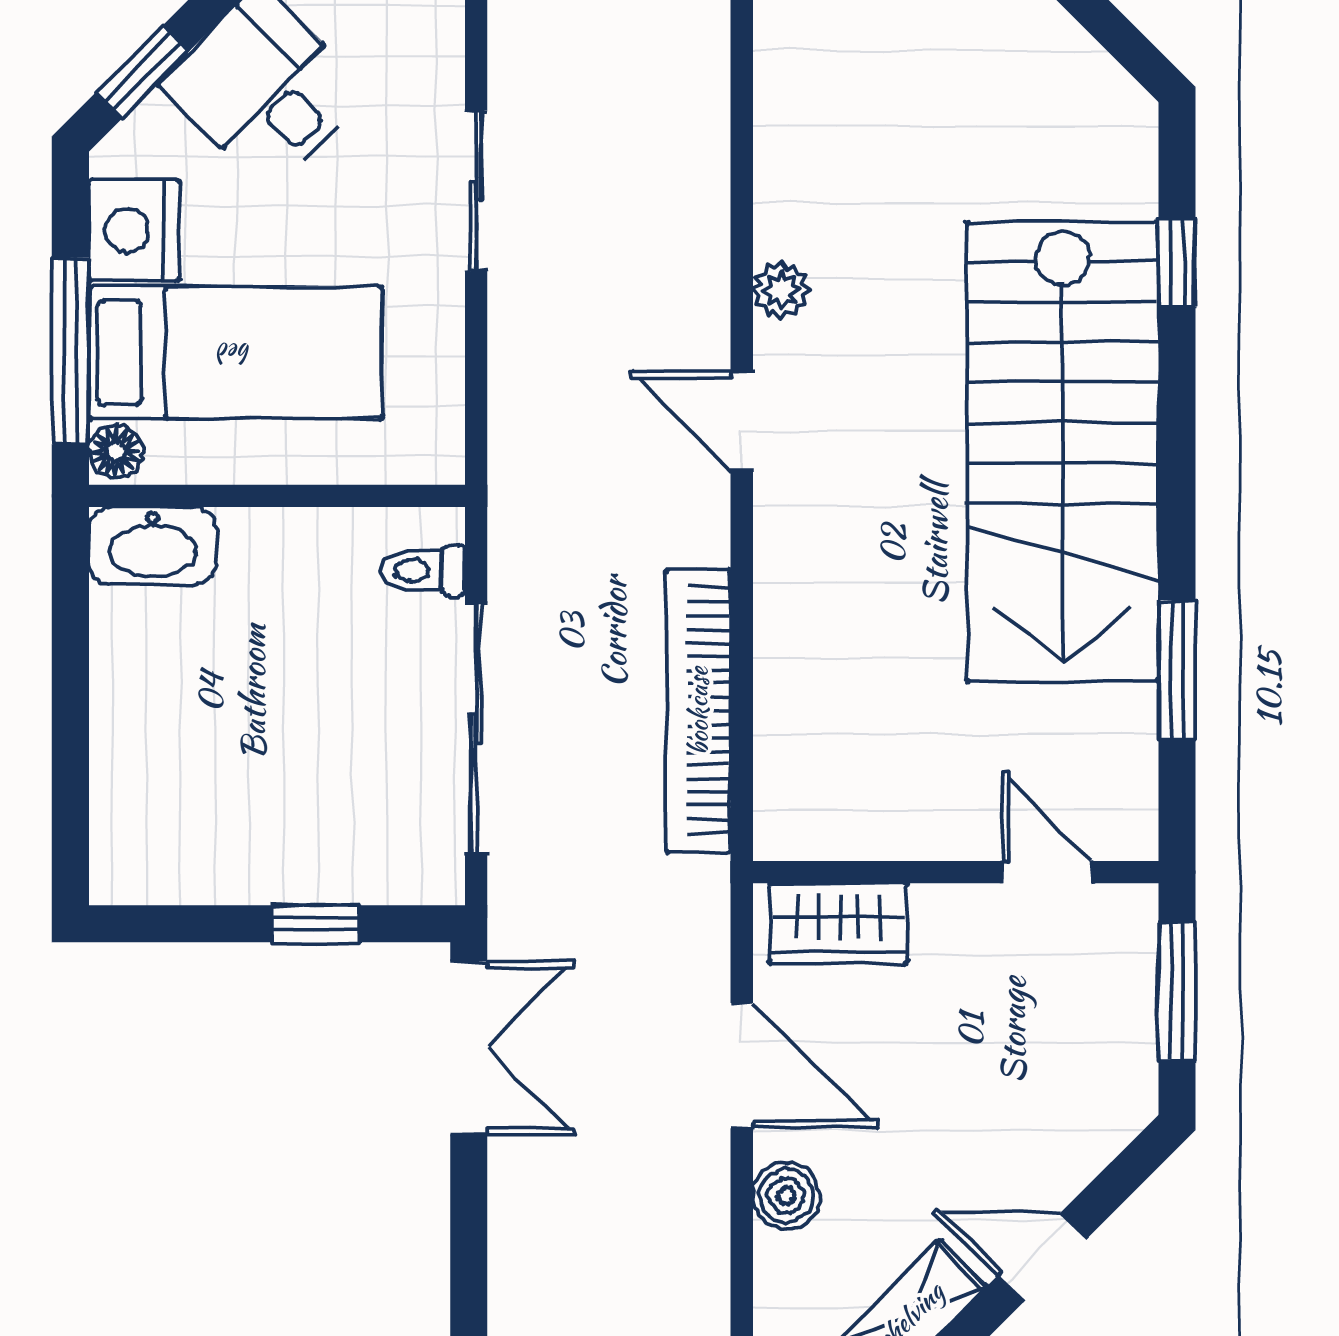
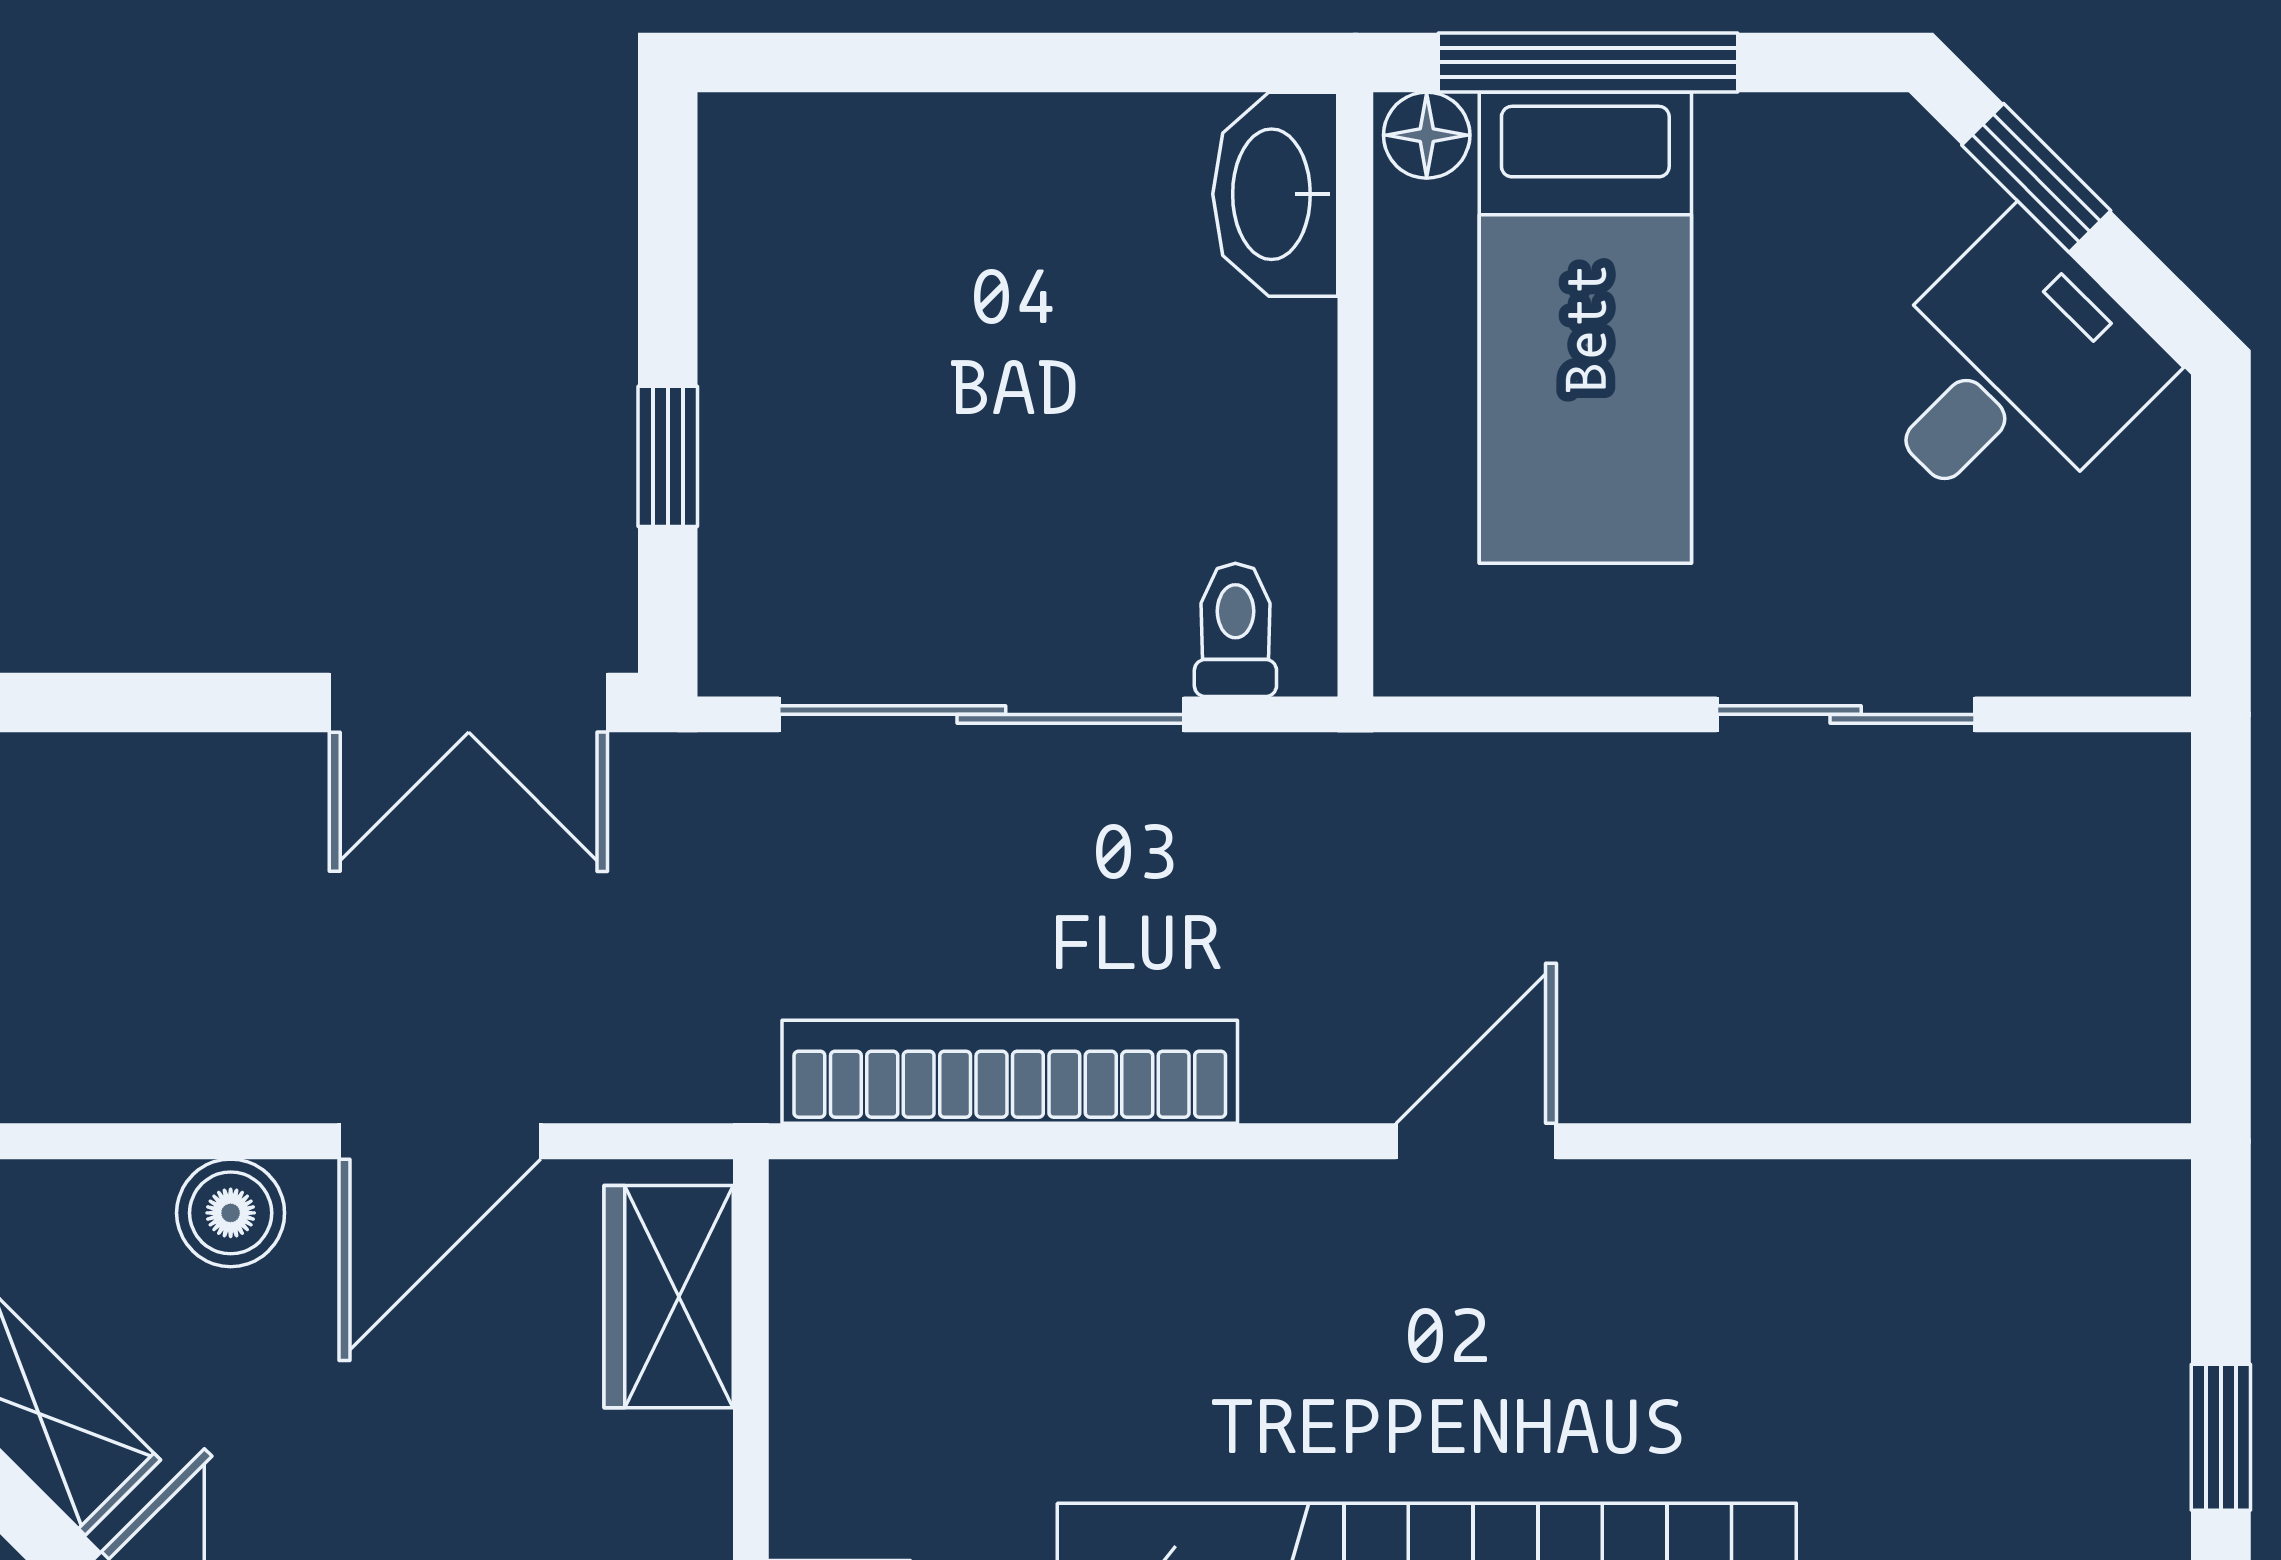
nightstand: (134, 230) -> (1782, 165), removed
plant: (781, 290) -> (1686, 1205), removed

